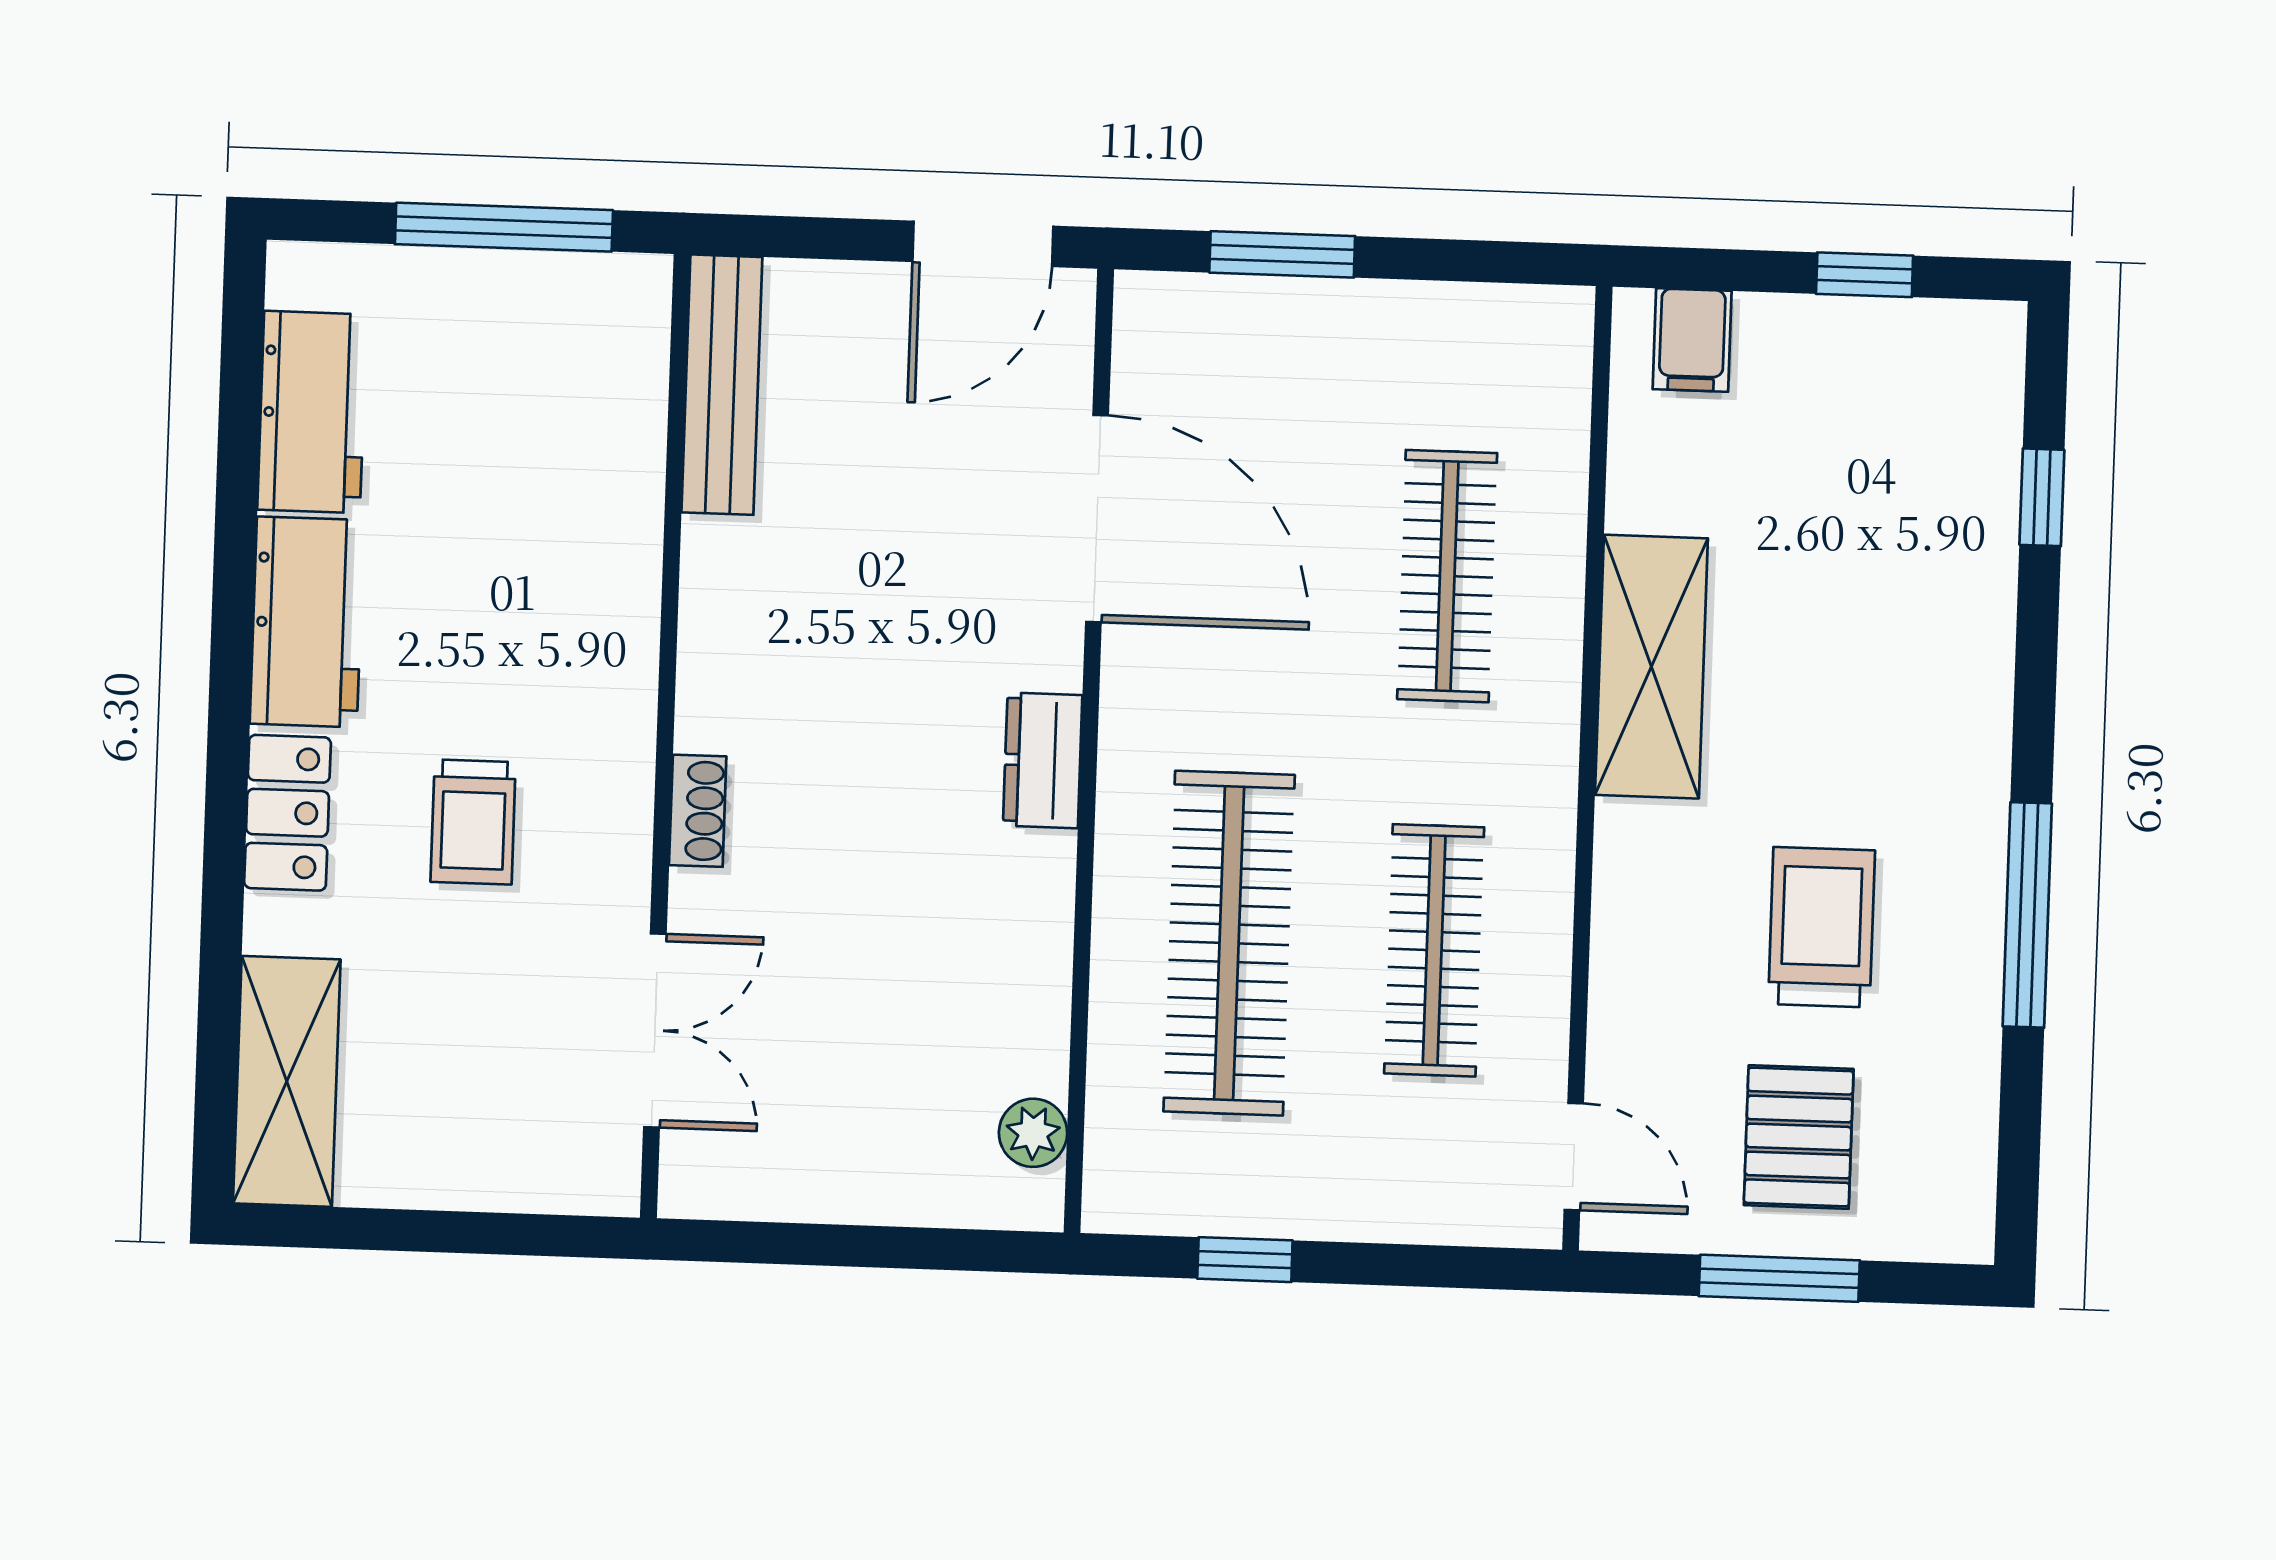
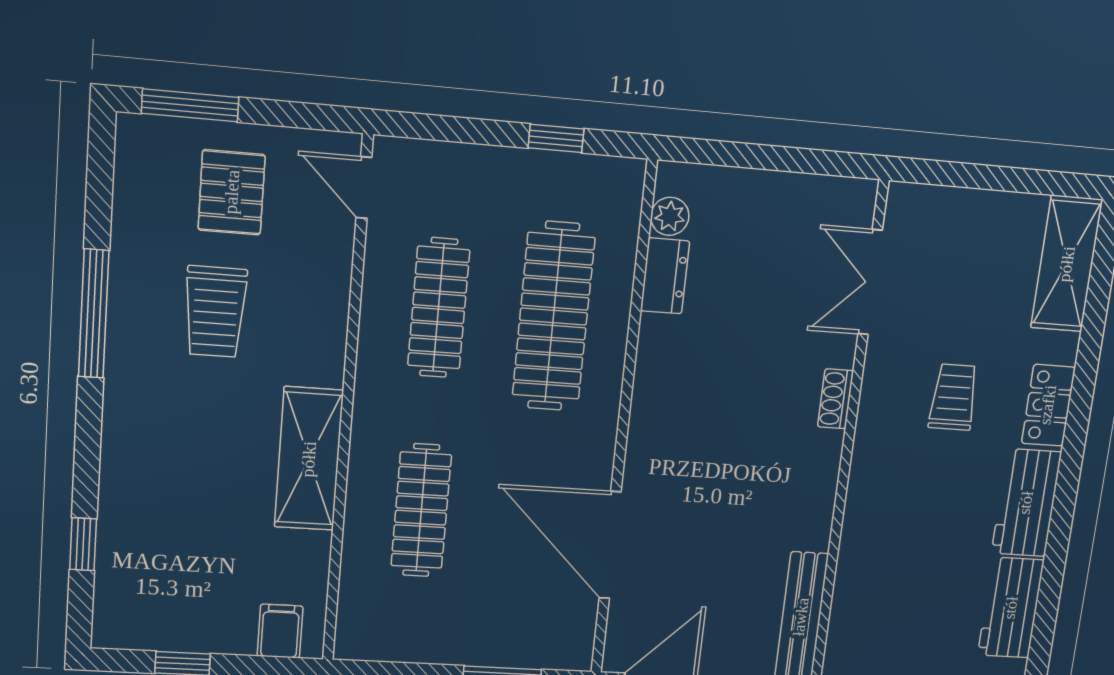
dresser: (1043, 760) -> (665, 276), moved
window: (1779, 1278) -> (190, 105), moved

